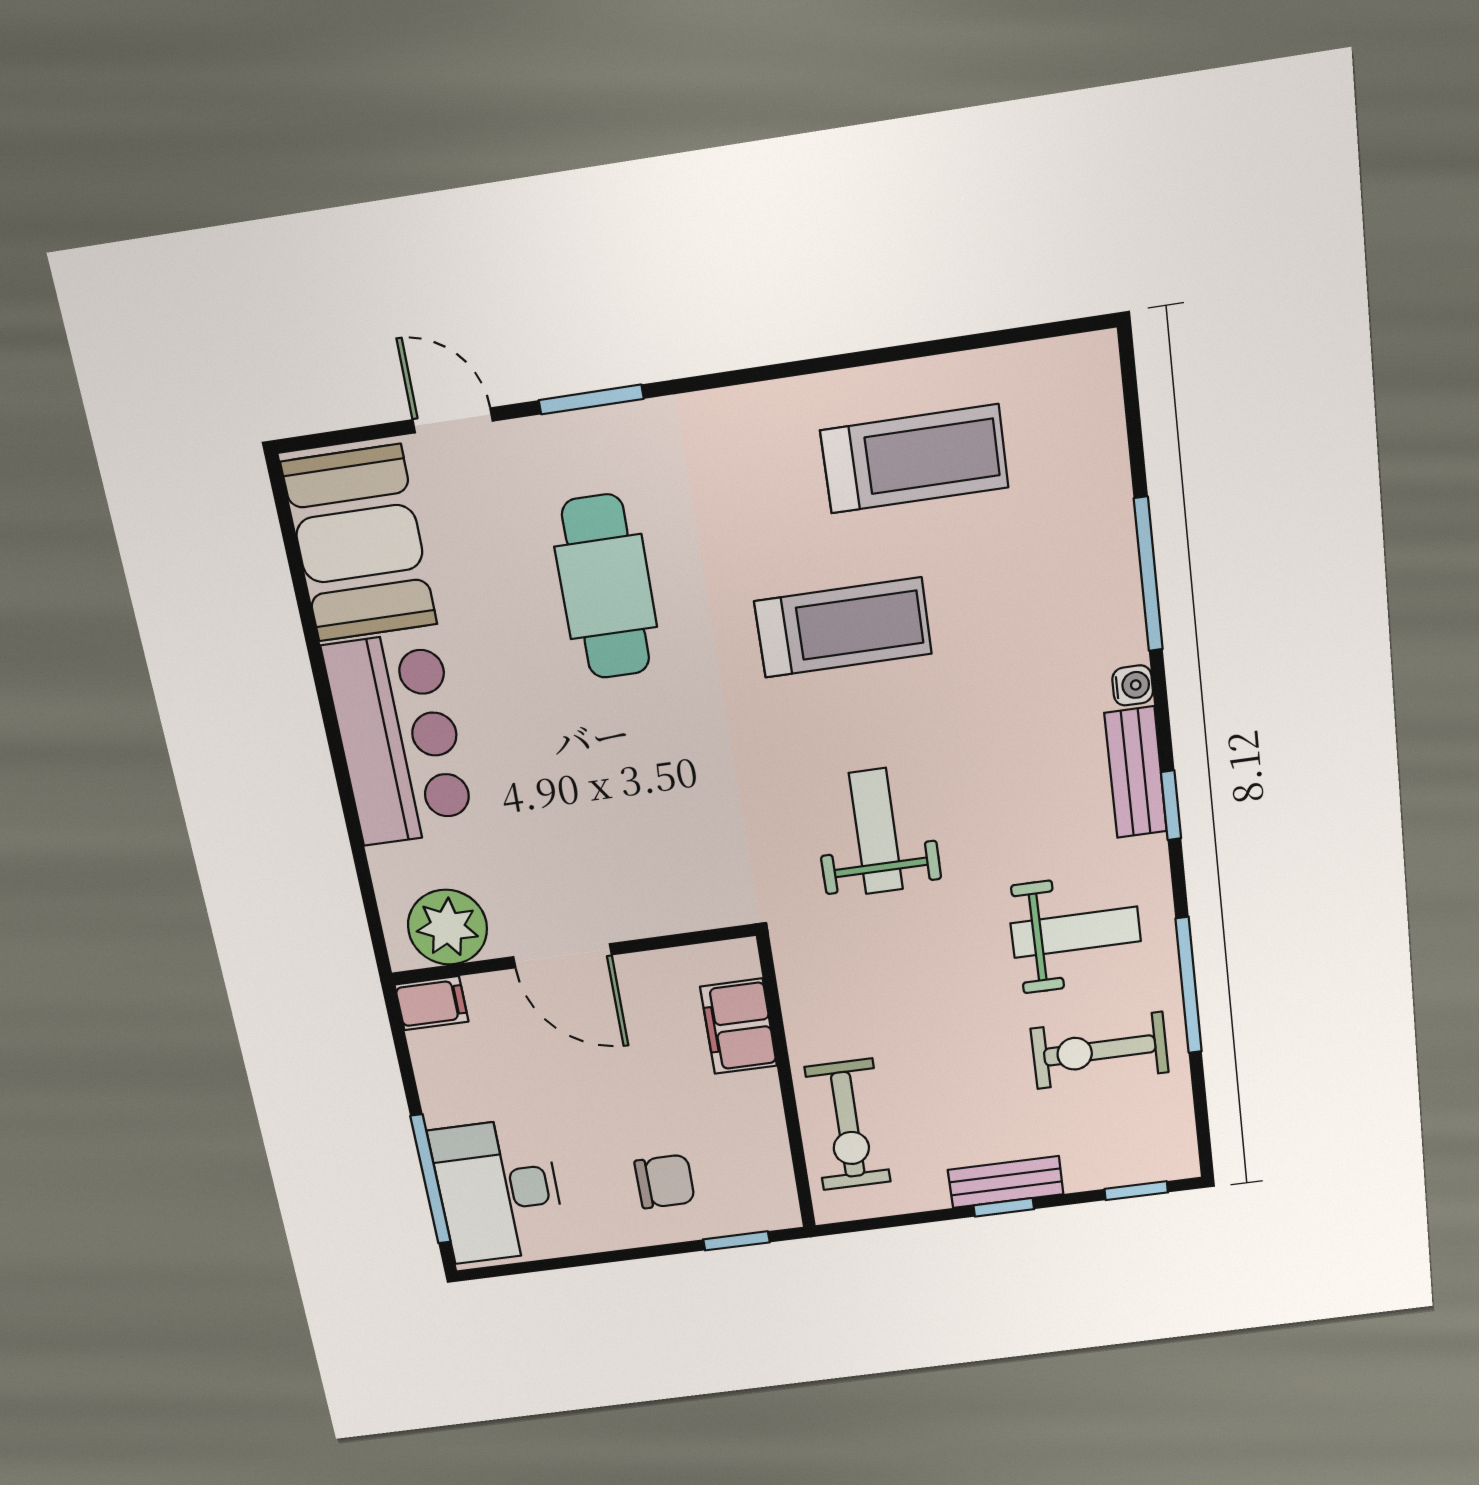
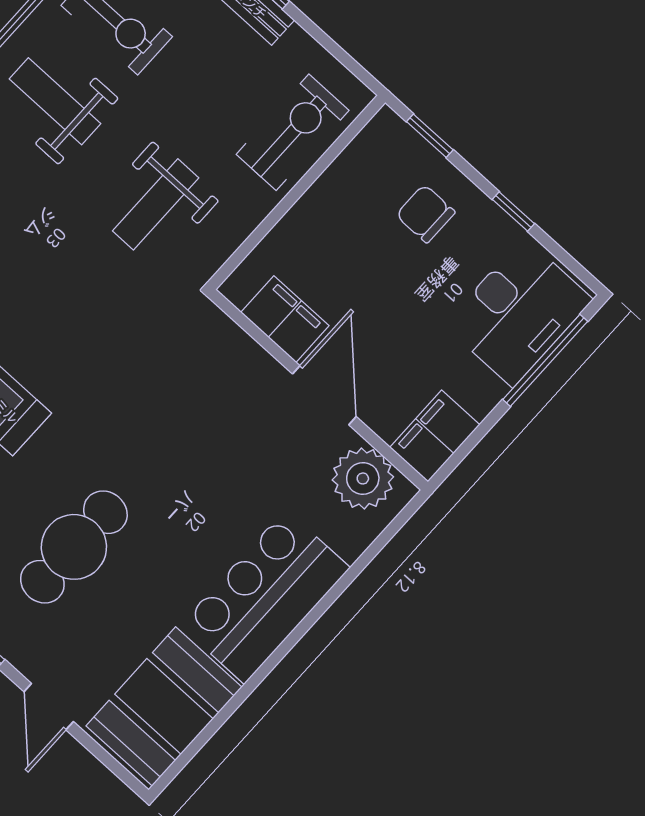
weight bench: (876, 831) -> (156, 204), moved
filing cabinet: (432, 1003) -> (435, 436), width x2.00
filing cabinet: (739, 1026) -> (285, 319), moved, turned -90
window: (600, 1258) -> (513, 212), added

